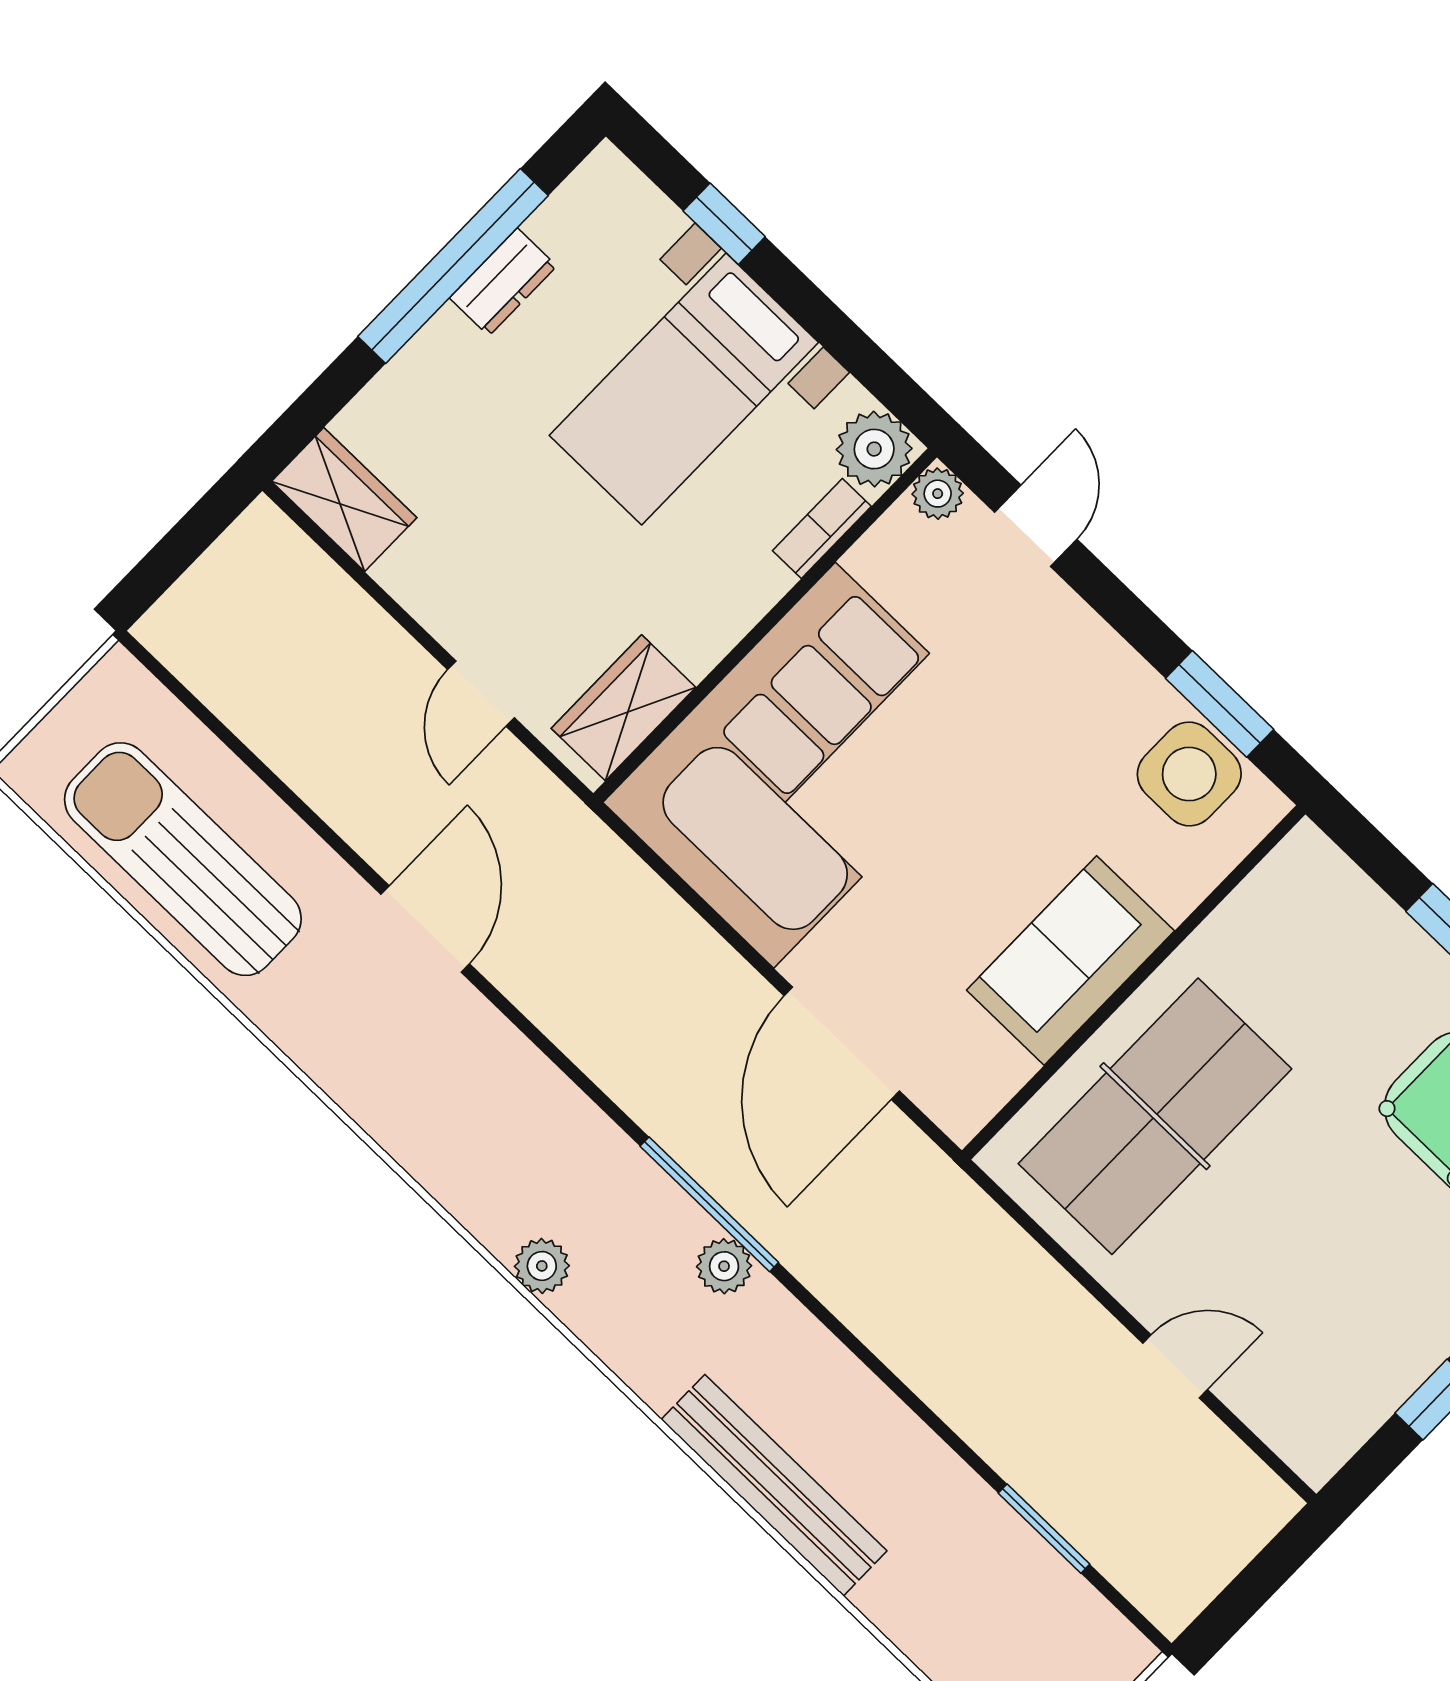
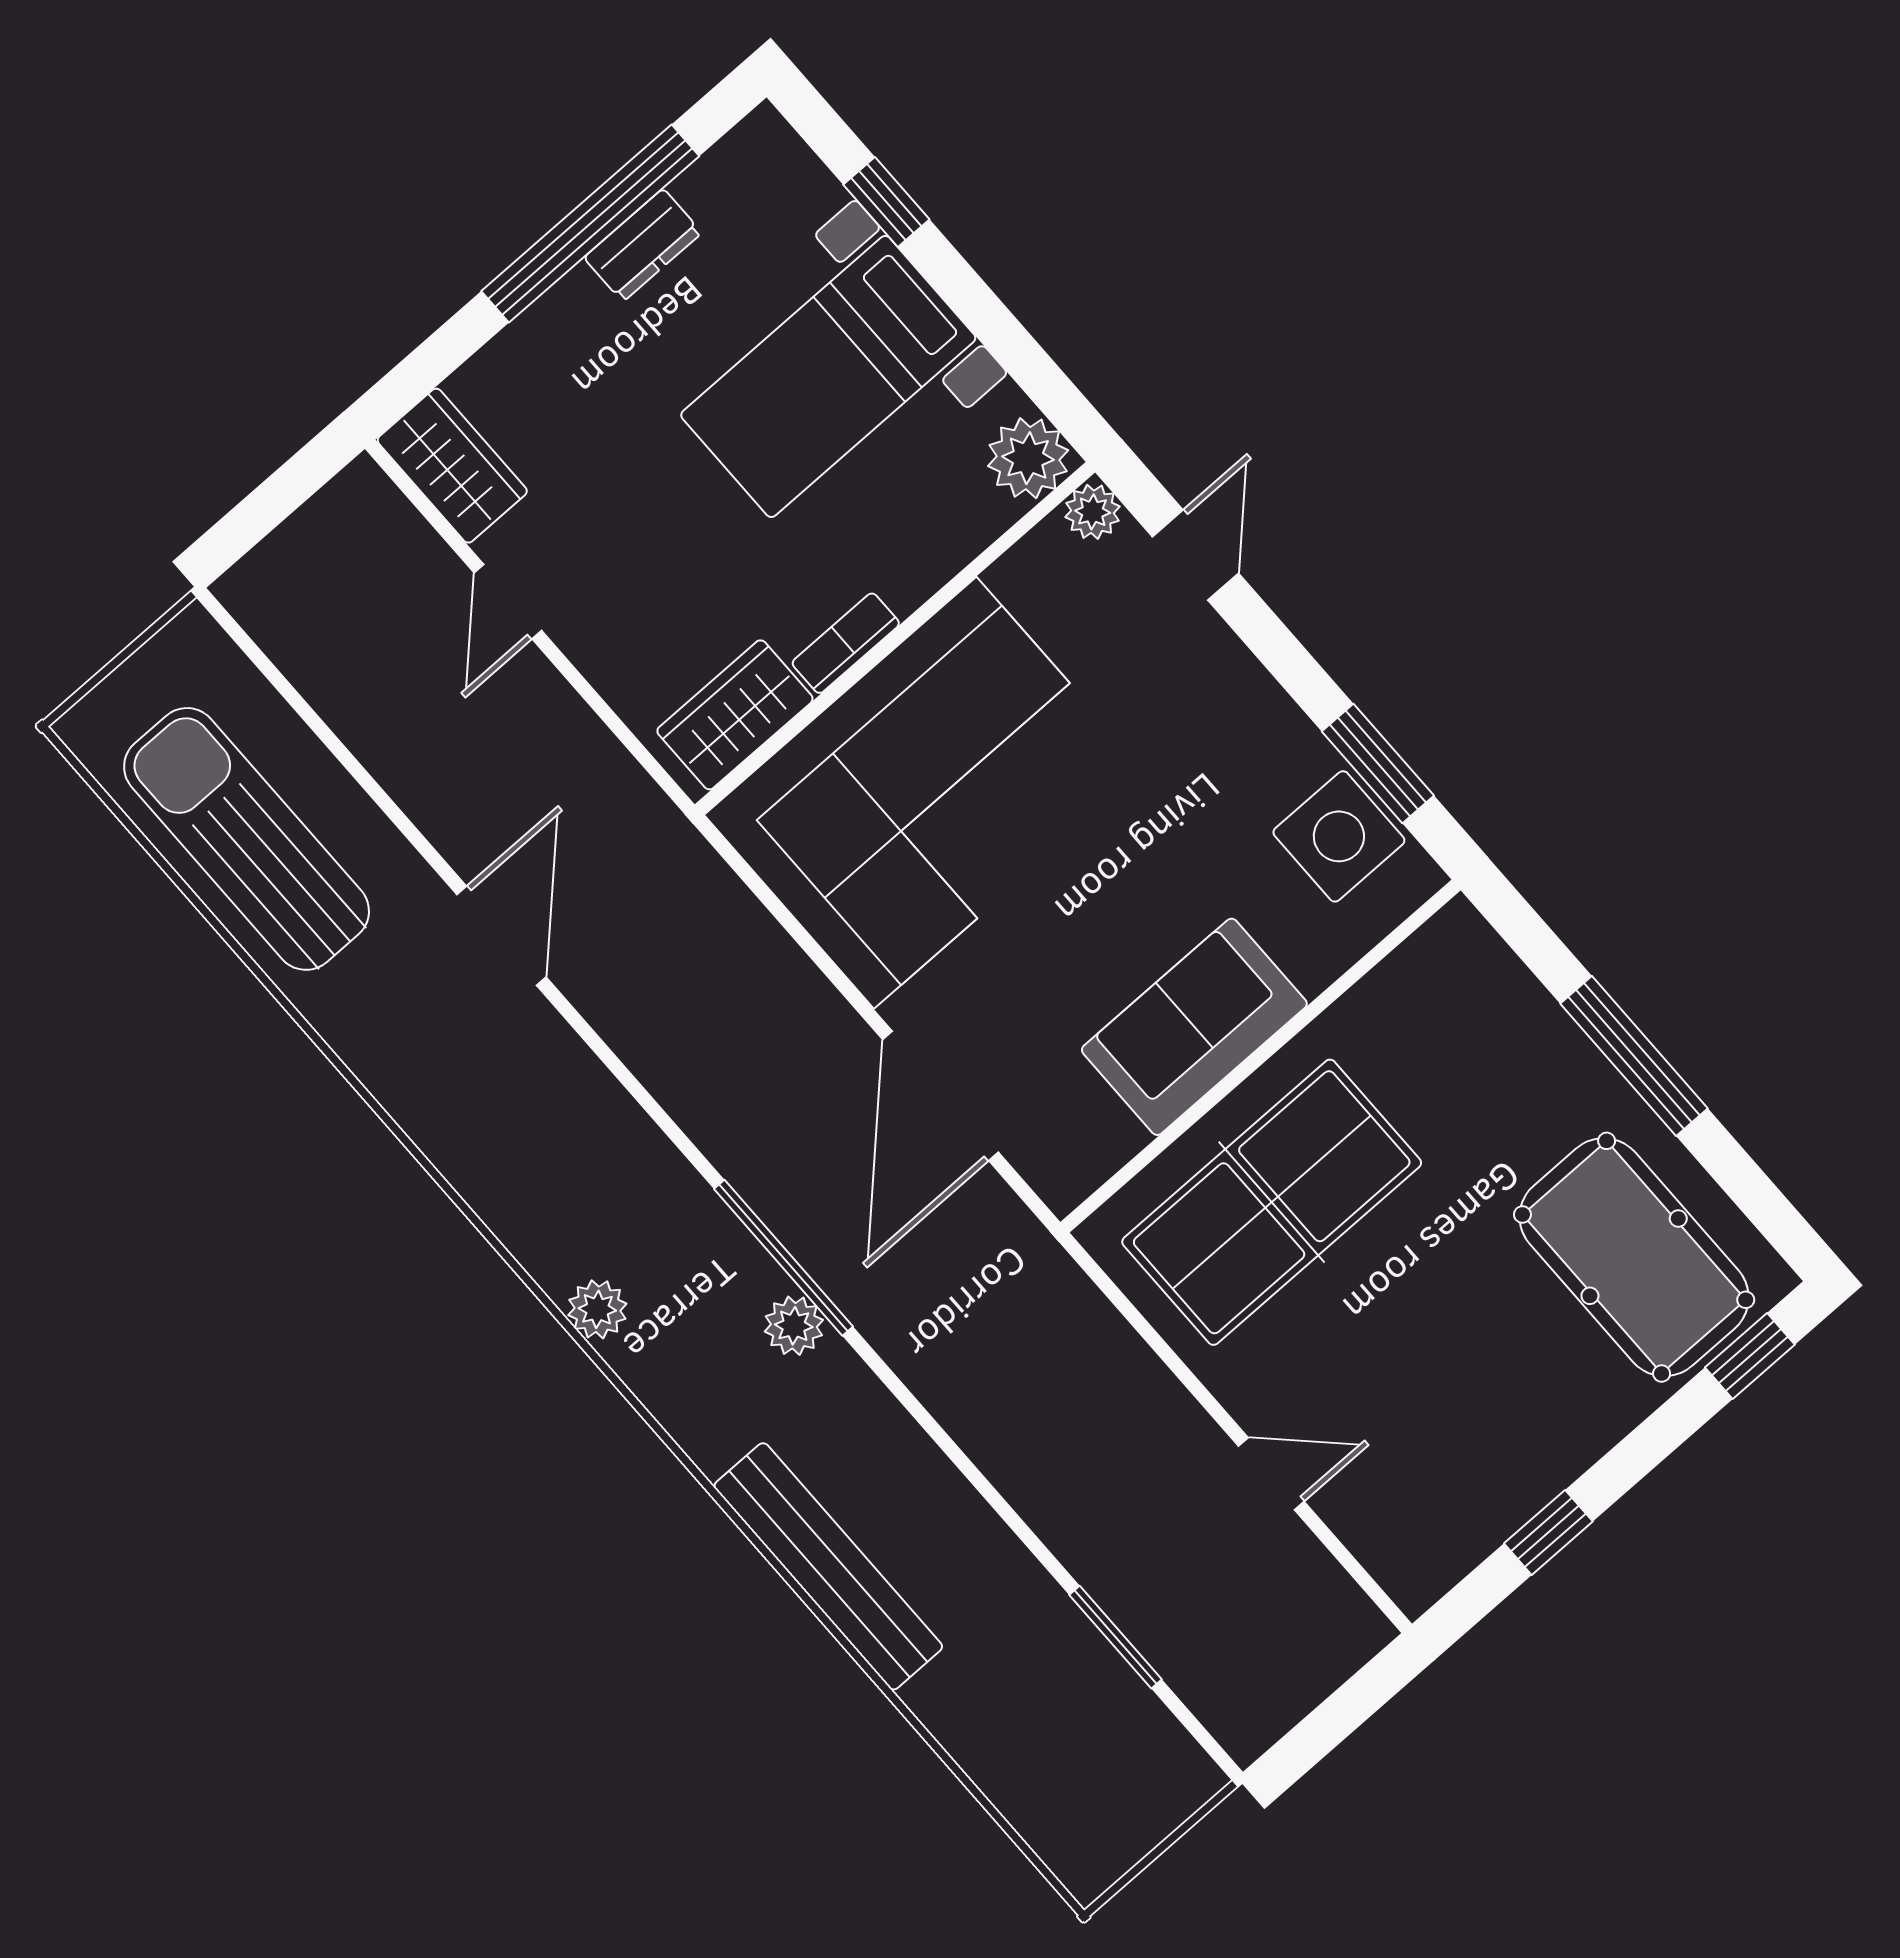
bookcase: (822, 528) -> (846, 643), moved
door: (481, 694) -> (508, 602), moved

